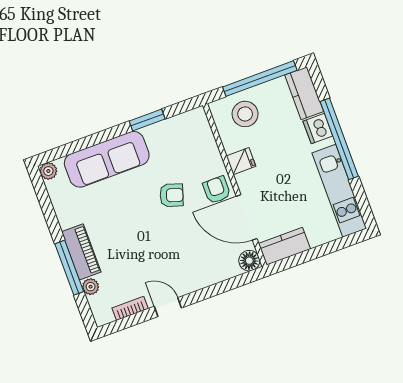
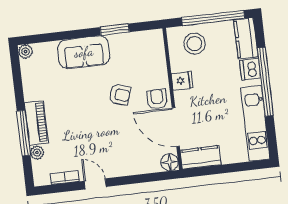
sofa: (107, 159) -> (84, 52), width x0.73

